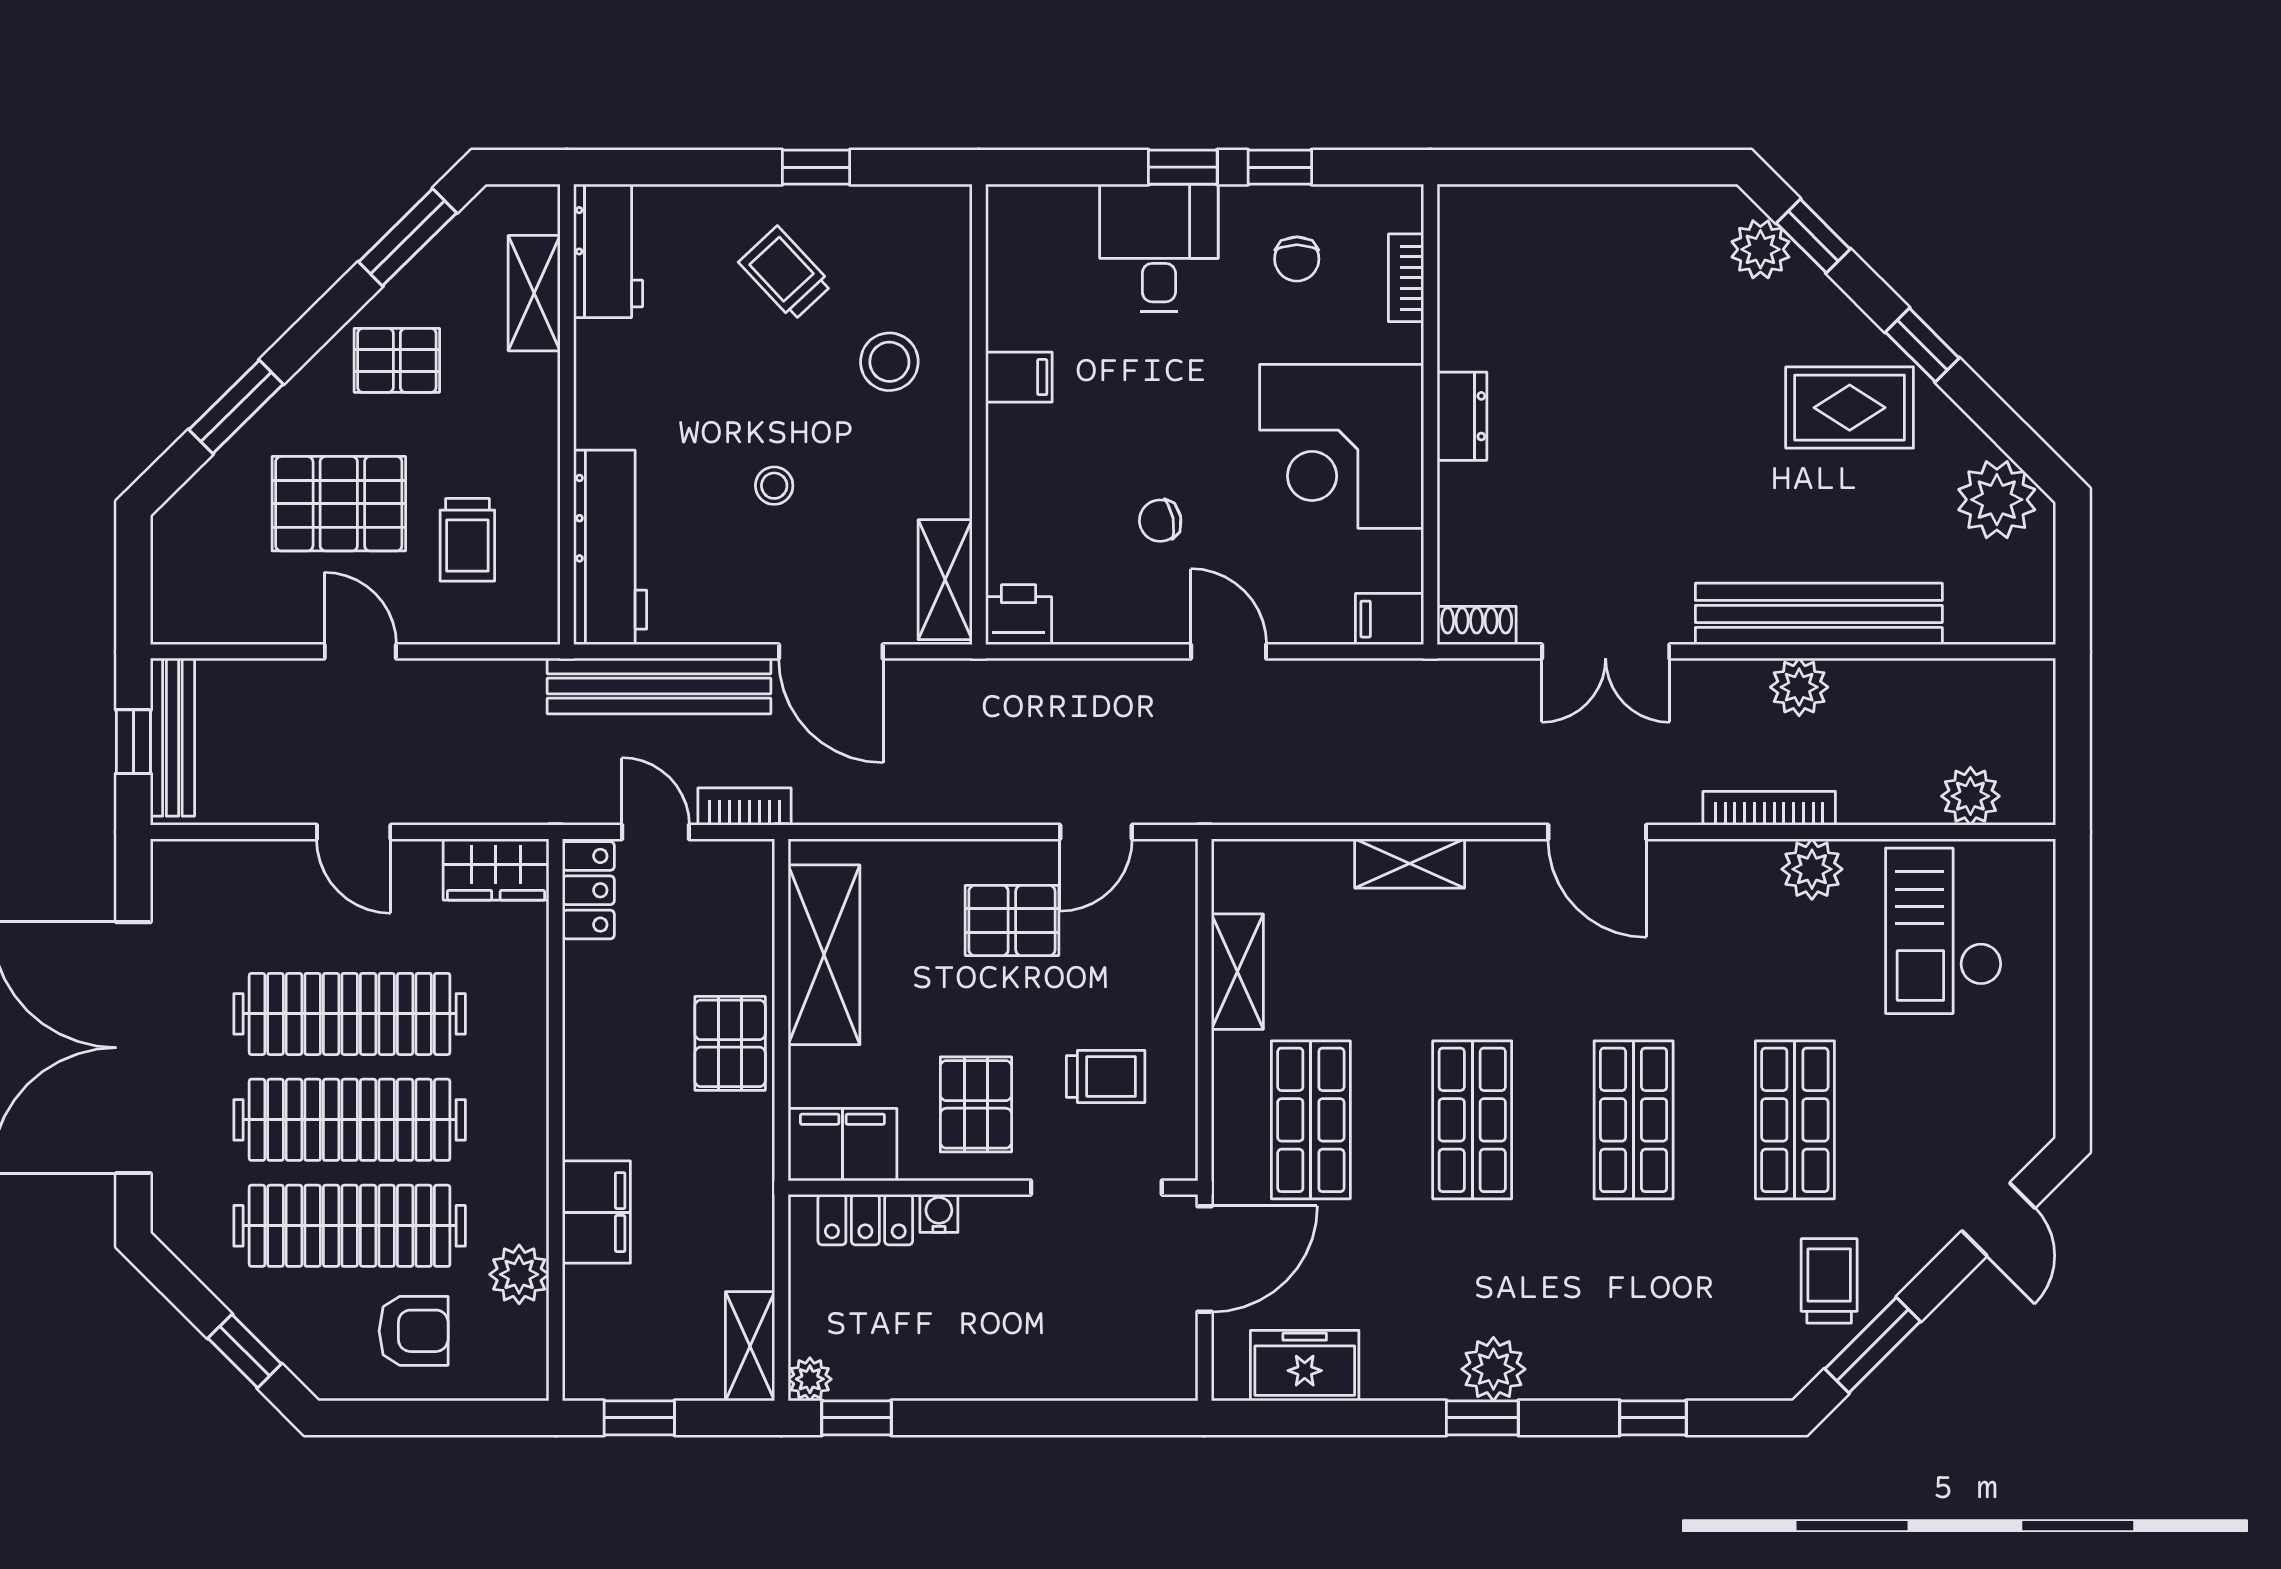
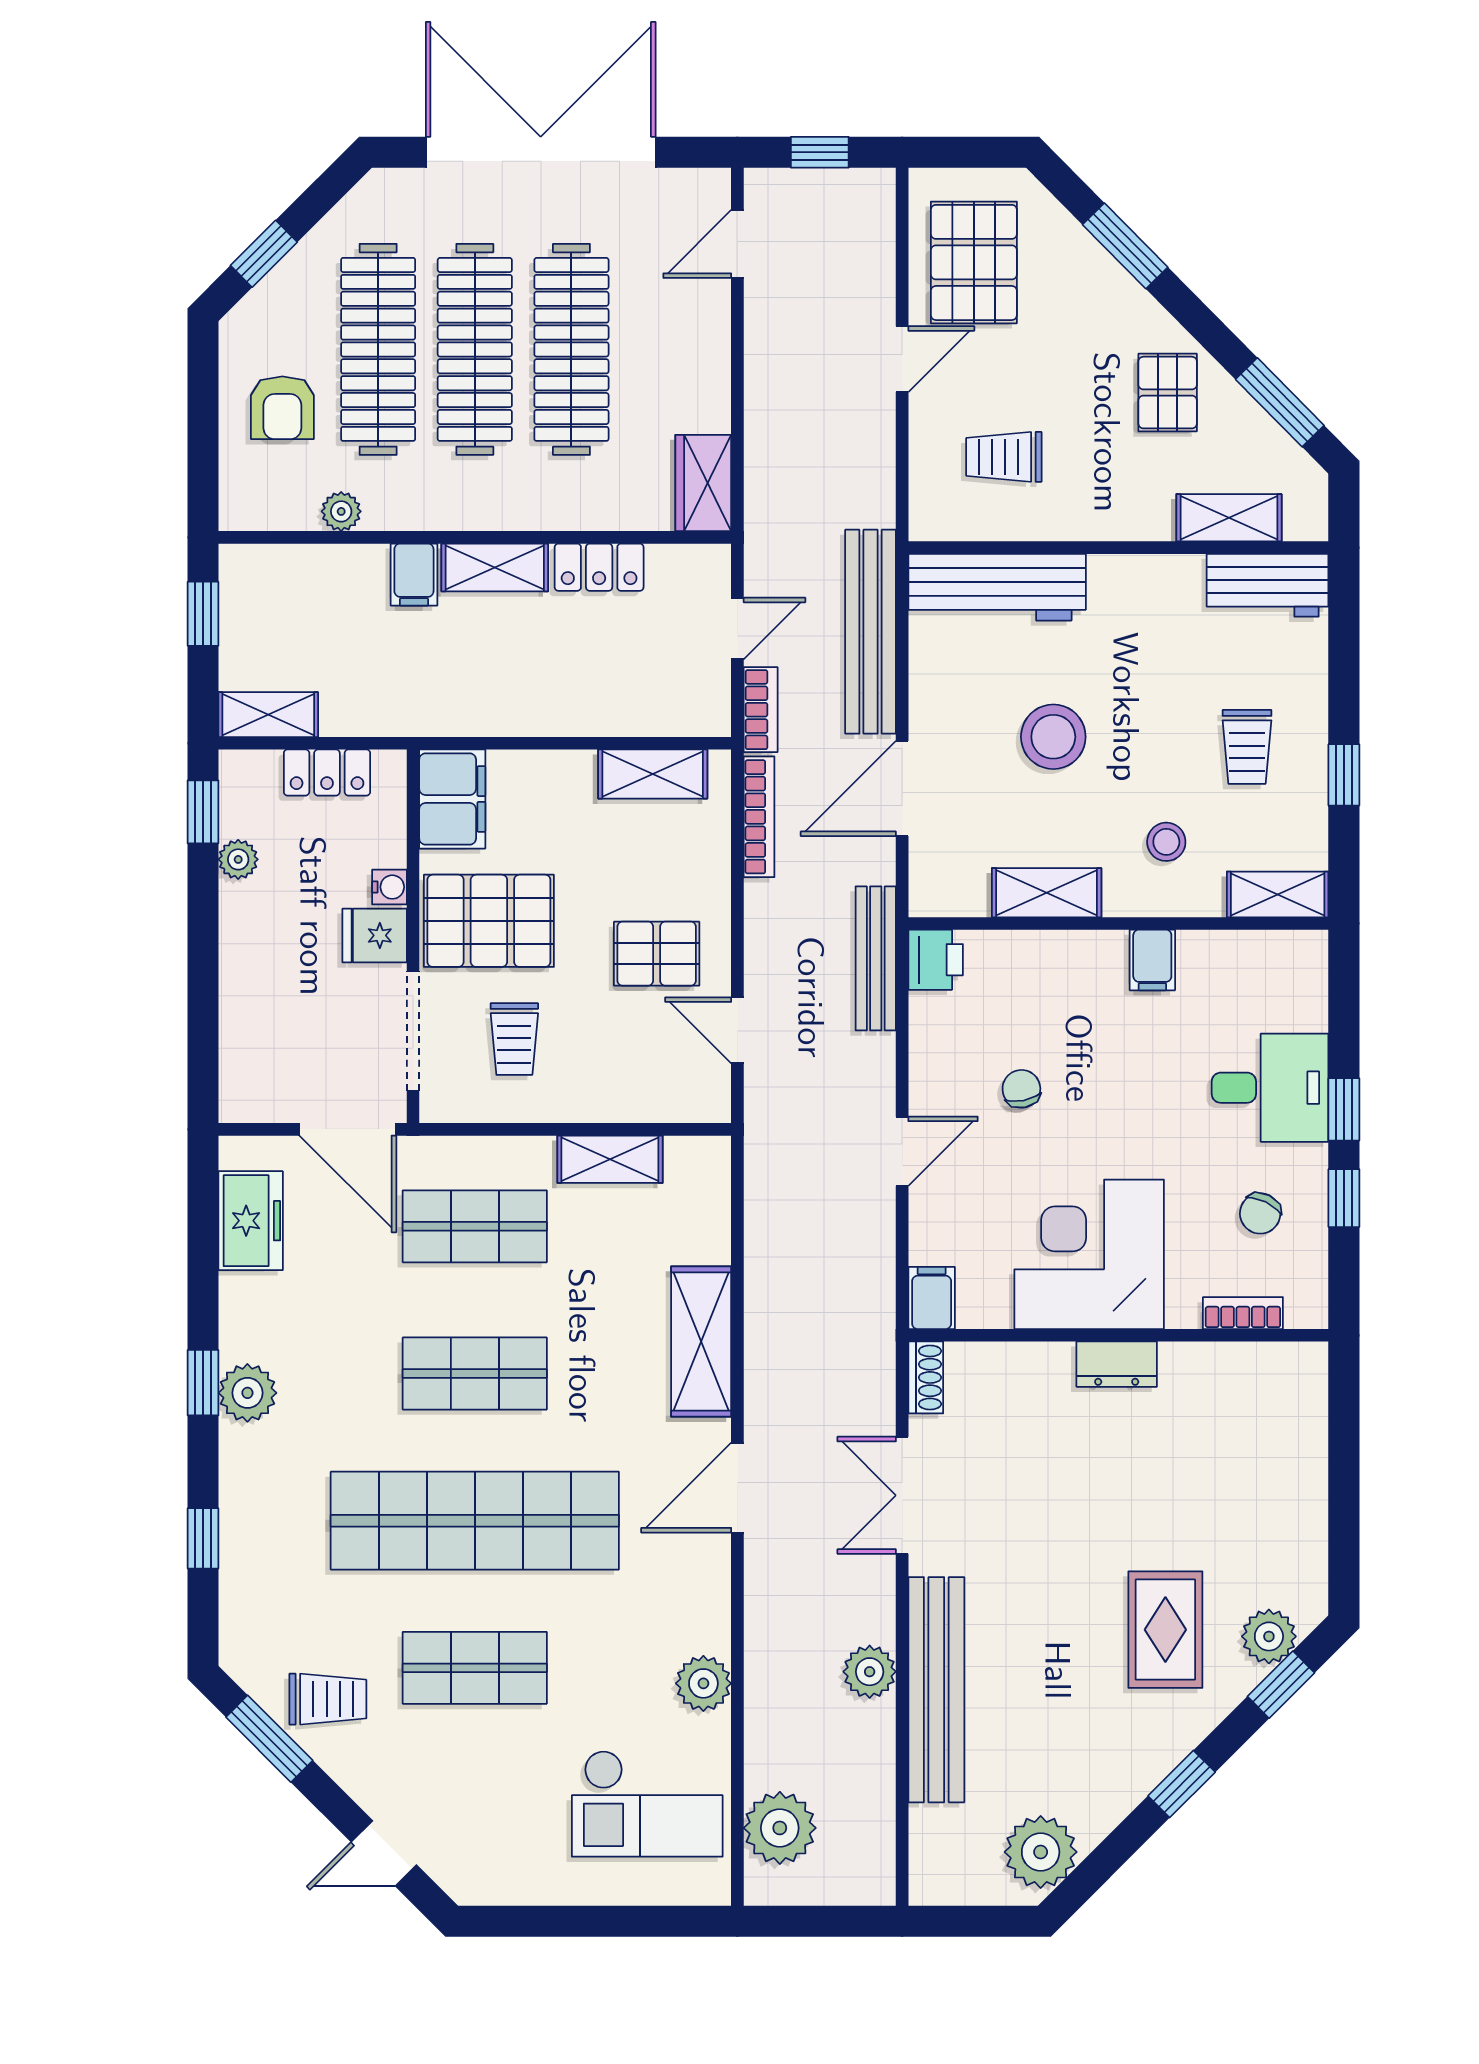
shelving: (947, 240) -> (1278, 894), added
chair: (1297, 259) -> (1260, 1213), turned -64
trolley: (785, 273) -> (1247, 747), turned 133
stool: (889, 362) -> (1166, 842), width x0.73, depth x0.73
rug: (1850, 408) -> (1165, 1630), moved
stool: (774, 486) -> (1053, 737), width x1.89, depth x1.89
pallet: (339, 504) -> (974, 262), moved
shelving: (945, 580) -> (1047, 893), moved
bench: (172, 737) -> (876, 958), moved, turned 90
plant: (1970, 796) -> (780, 1828), width x1.36, depth x1.36
bookcase: (1769, 808) -> (759, 817), moved
door: (354, 832) -> (737, 244), moved
shelving: (1410, 864) -> (701, 1341), width x1.50, depth x1.33
locker: (588, 890) -> (599, 567), moved
pallet: (1012, 920) -> (657, 954), turned 90
checkout: (1944, 931) -> (647, 1804), turned 180
shelving: (824, 955) -> (653, 774), width x0.67, depth x0.75
pallet: (730, 1043) -> (545, 697), removed
shelving: (589, 1098) -> (495, 567), added
pallet: (976, 1104) -> (489, 921), width x1.50, depth x1.42
shop shelf: (1634, 1120) -> (475, 1521), width x2.00, depth x1.36
filing cabinet: (596, 1212) -> (414, 575), width x0.50
locker: (865, 1220) -> (327, 773), moved, turned -90
fridge: (992, 1230) -> (375, 935), added
plant: (519, 1274) -> (341, 511), width x0.73, depth x0.73
plant: (810, 1379) -> (238, 859), moved

